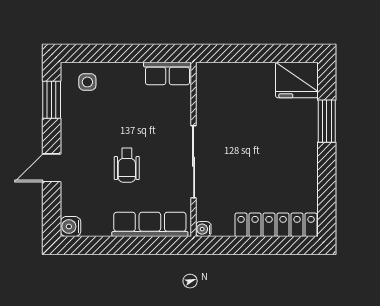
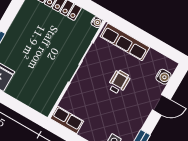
water cooler: (71, 227) -> (164, 77), moved

